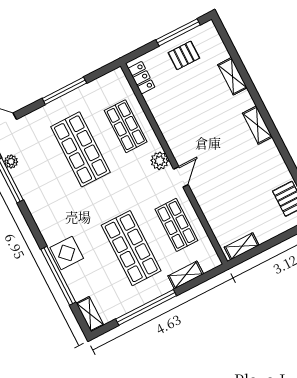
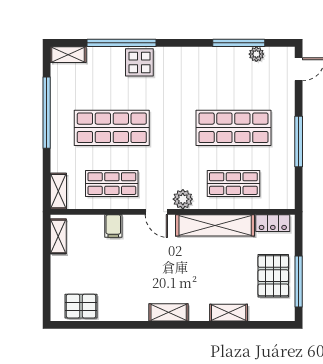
pallet: (184, 55) -> (273, 276), width x1.50, depth x1.42
shelving: (167, 124) -> (215, 225), added
filing cabinet: (210, 206) -> (113, 226), added
shelving: (186, 275) -> (58, 191), moved

